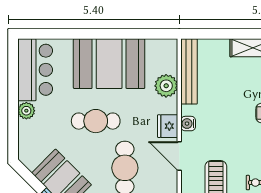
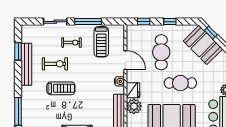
fridge: (168, 126) -> (133, 90), moved

